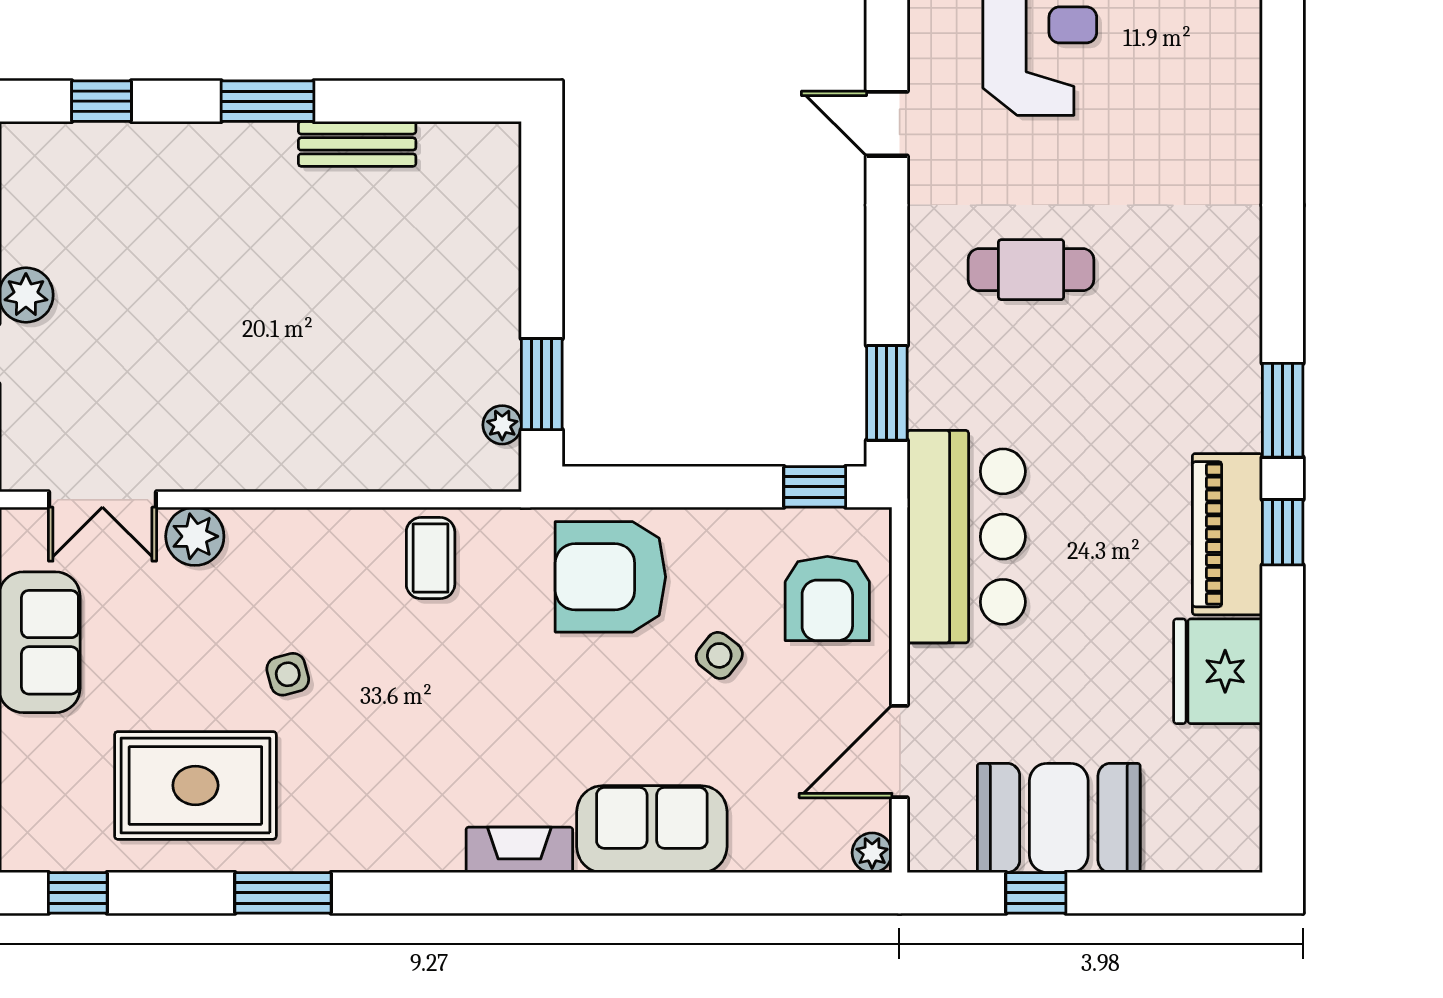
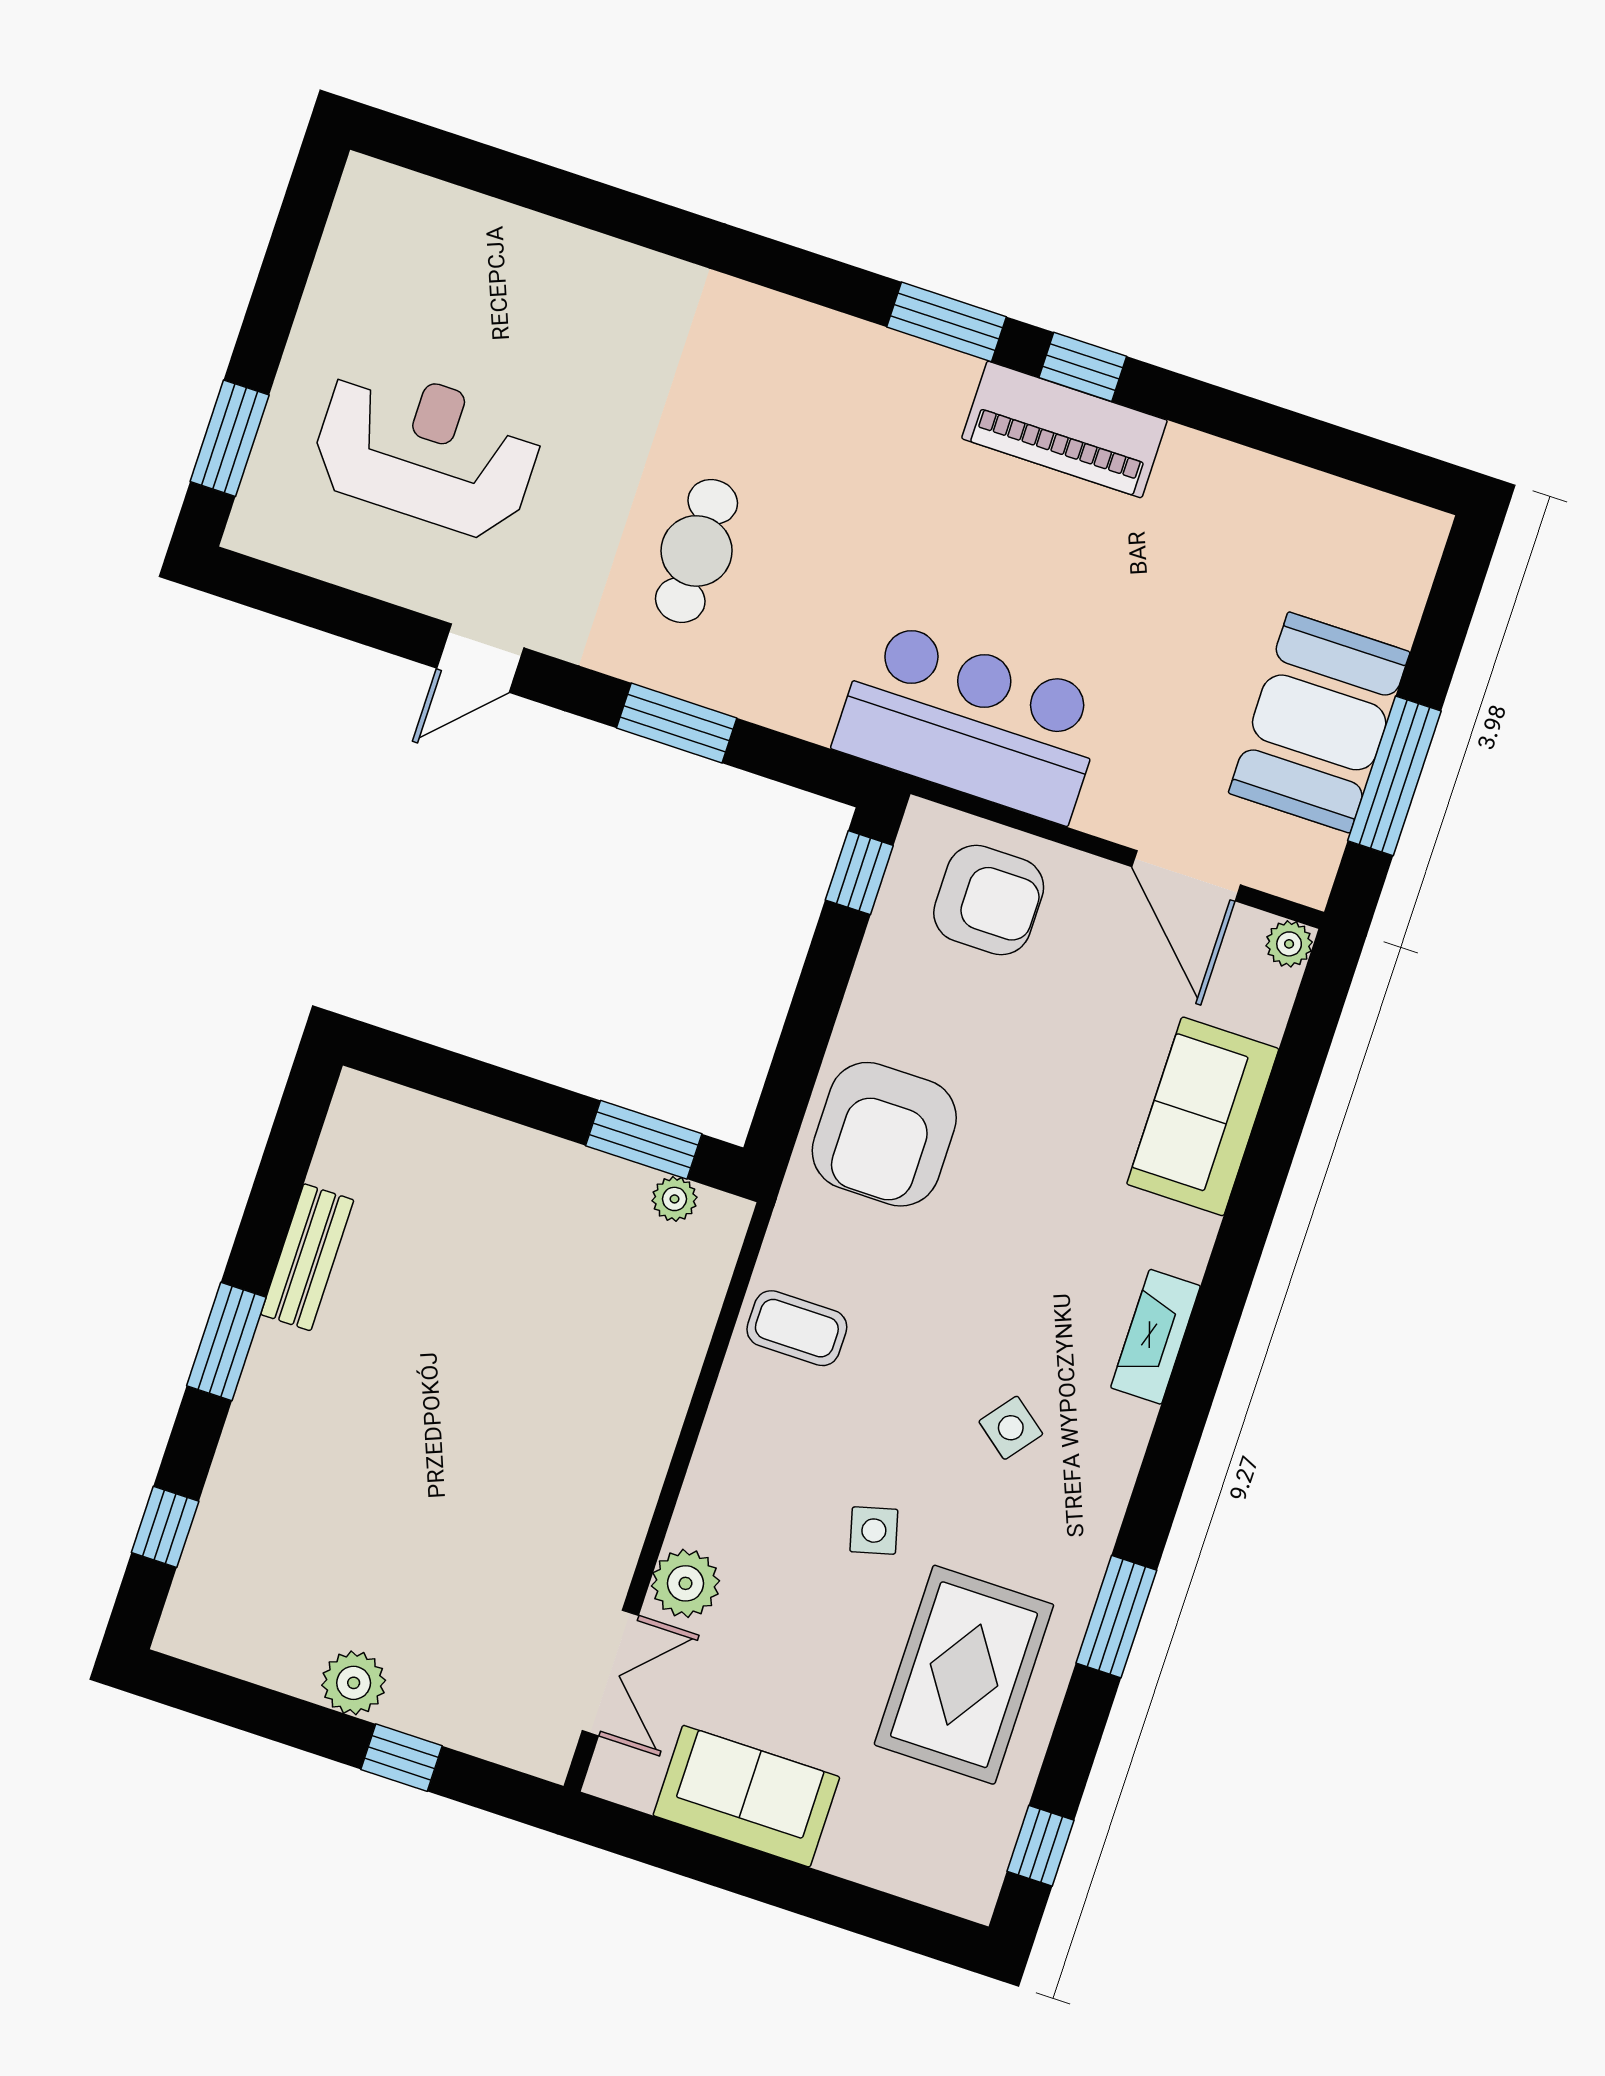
window: (887, 393) -> (677, 723), moved
side table: (719, 655) -> (1011, 1428), moved
fridge: (1218, 671) -> (1214, 490), removed
sofa: (652, 829) -> (1203, 1116), moved
window: (1036, 893) -> (1394, 776), width x2.17

